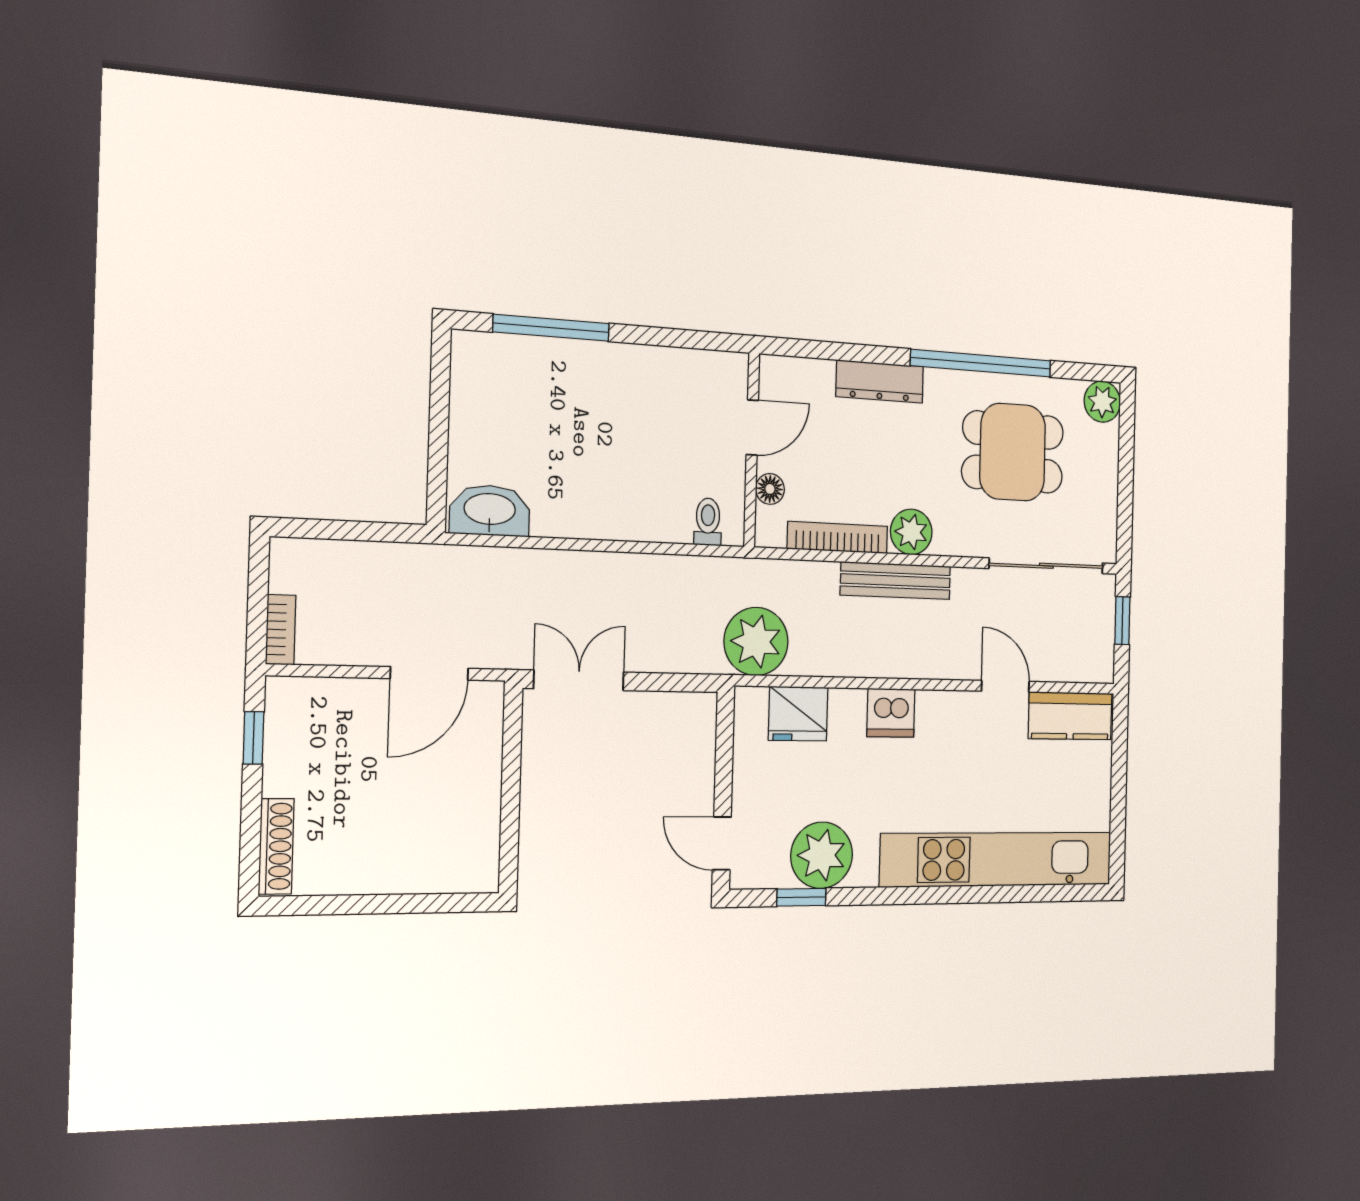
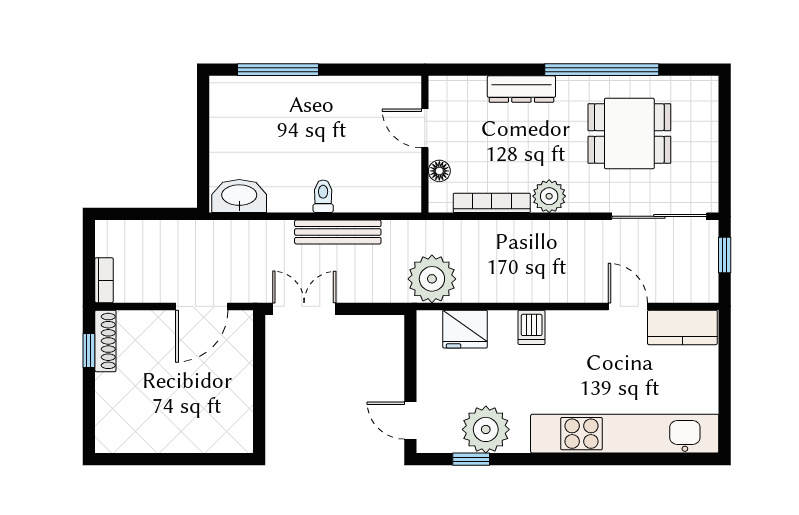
plant: (1102, 402) -> (703, 91), removed
door: (752, 428) -> (425, 128), swing flipped
toilet: (708, 522) -> (323, 196), moved
bench: (896, 581) -> (338, 232), moved
dishwasher: (891, 713) -> (532, 327), width x0.73
shoe rack: (276, 846) -> (105, 341), moved

